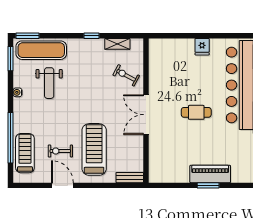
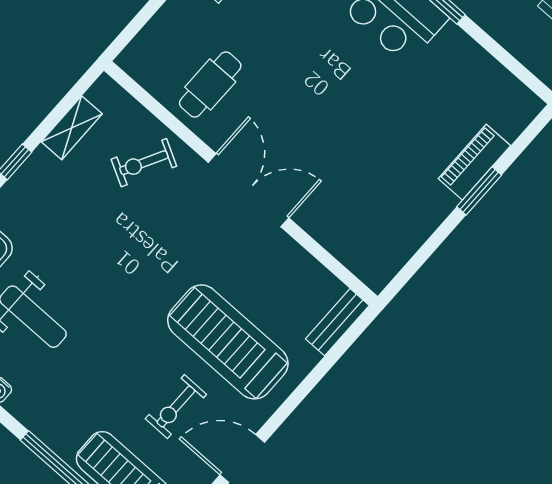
cafe table: (196, 112) -> (210, 84), moved
double door: (146, 115) -> (248, 190), swing flipped
piano: (210, 174) -> (474, 162), width x0.73, depth x0.75

